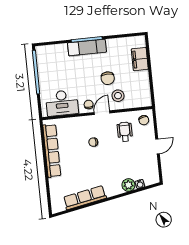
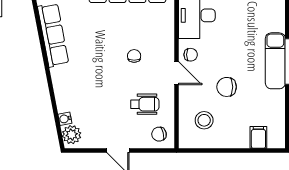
filing cabinet: (140, 59) -> (258, 137), width x0.50
stool: (118, 96) -> (204, 120), moved
plant: (128, 185) -> (72, 135), moved

